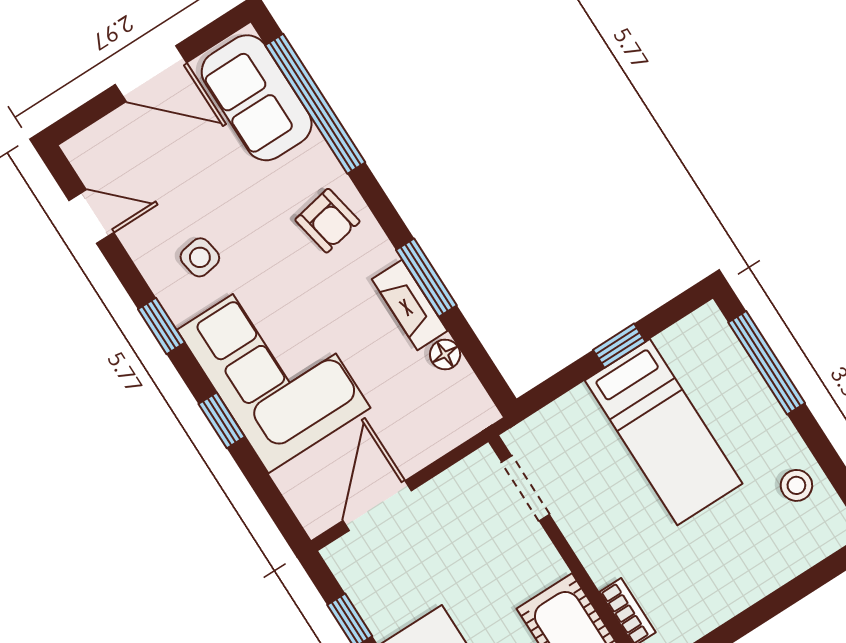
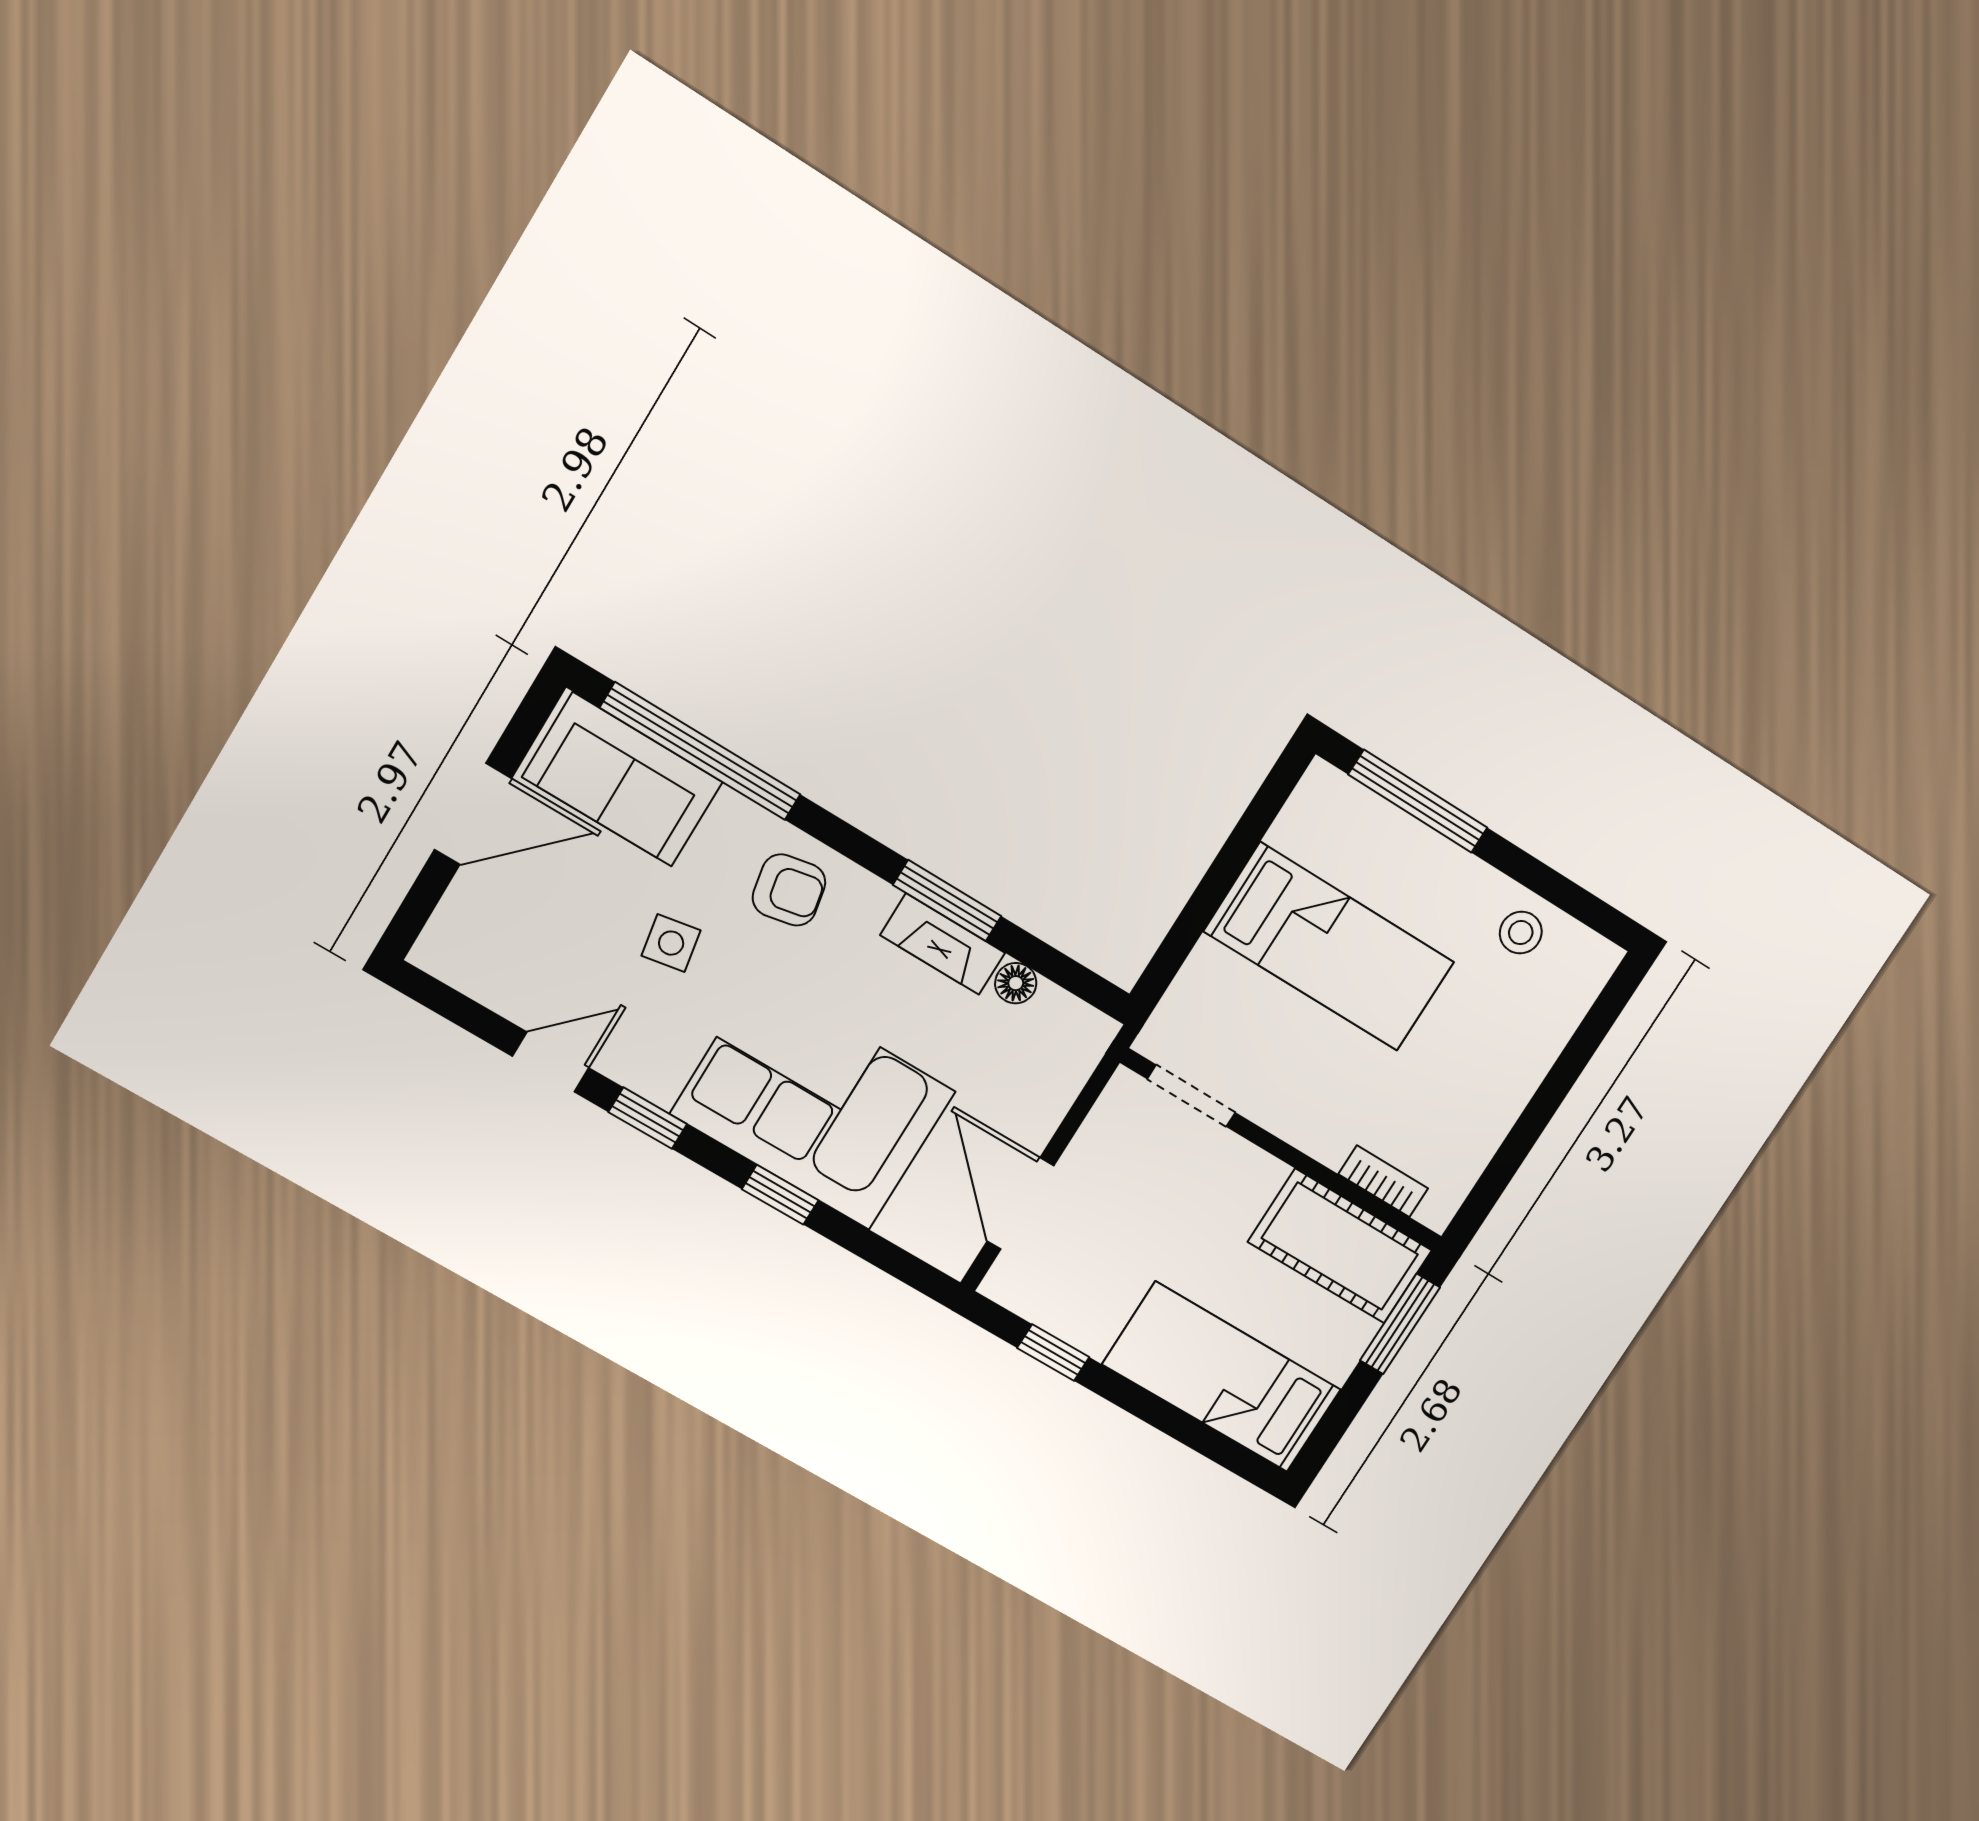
door: (91, 217) -> (551, 1062), moved
side table: (200, 257) -> (671, 943), moved
window: (619, 346) -> (1226, 868), removed

